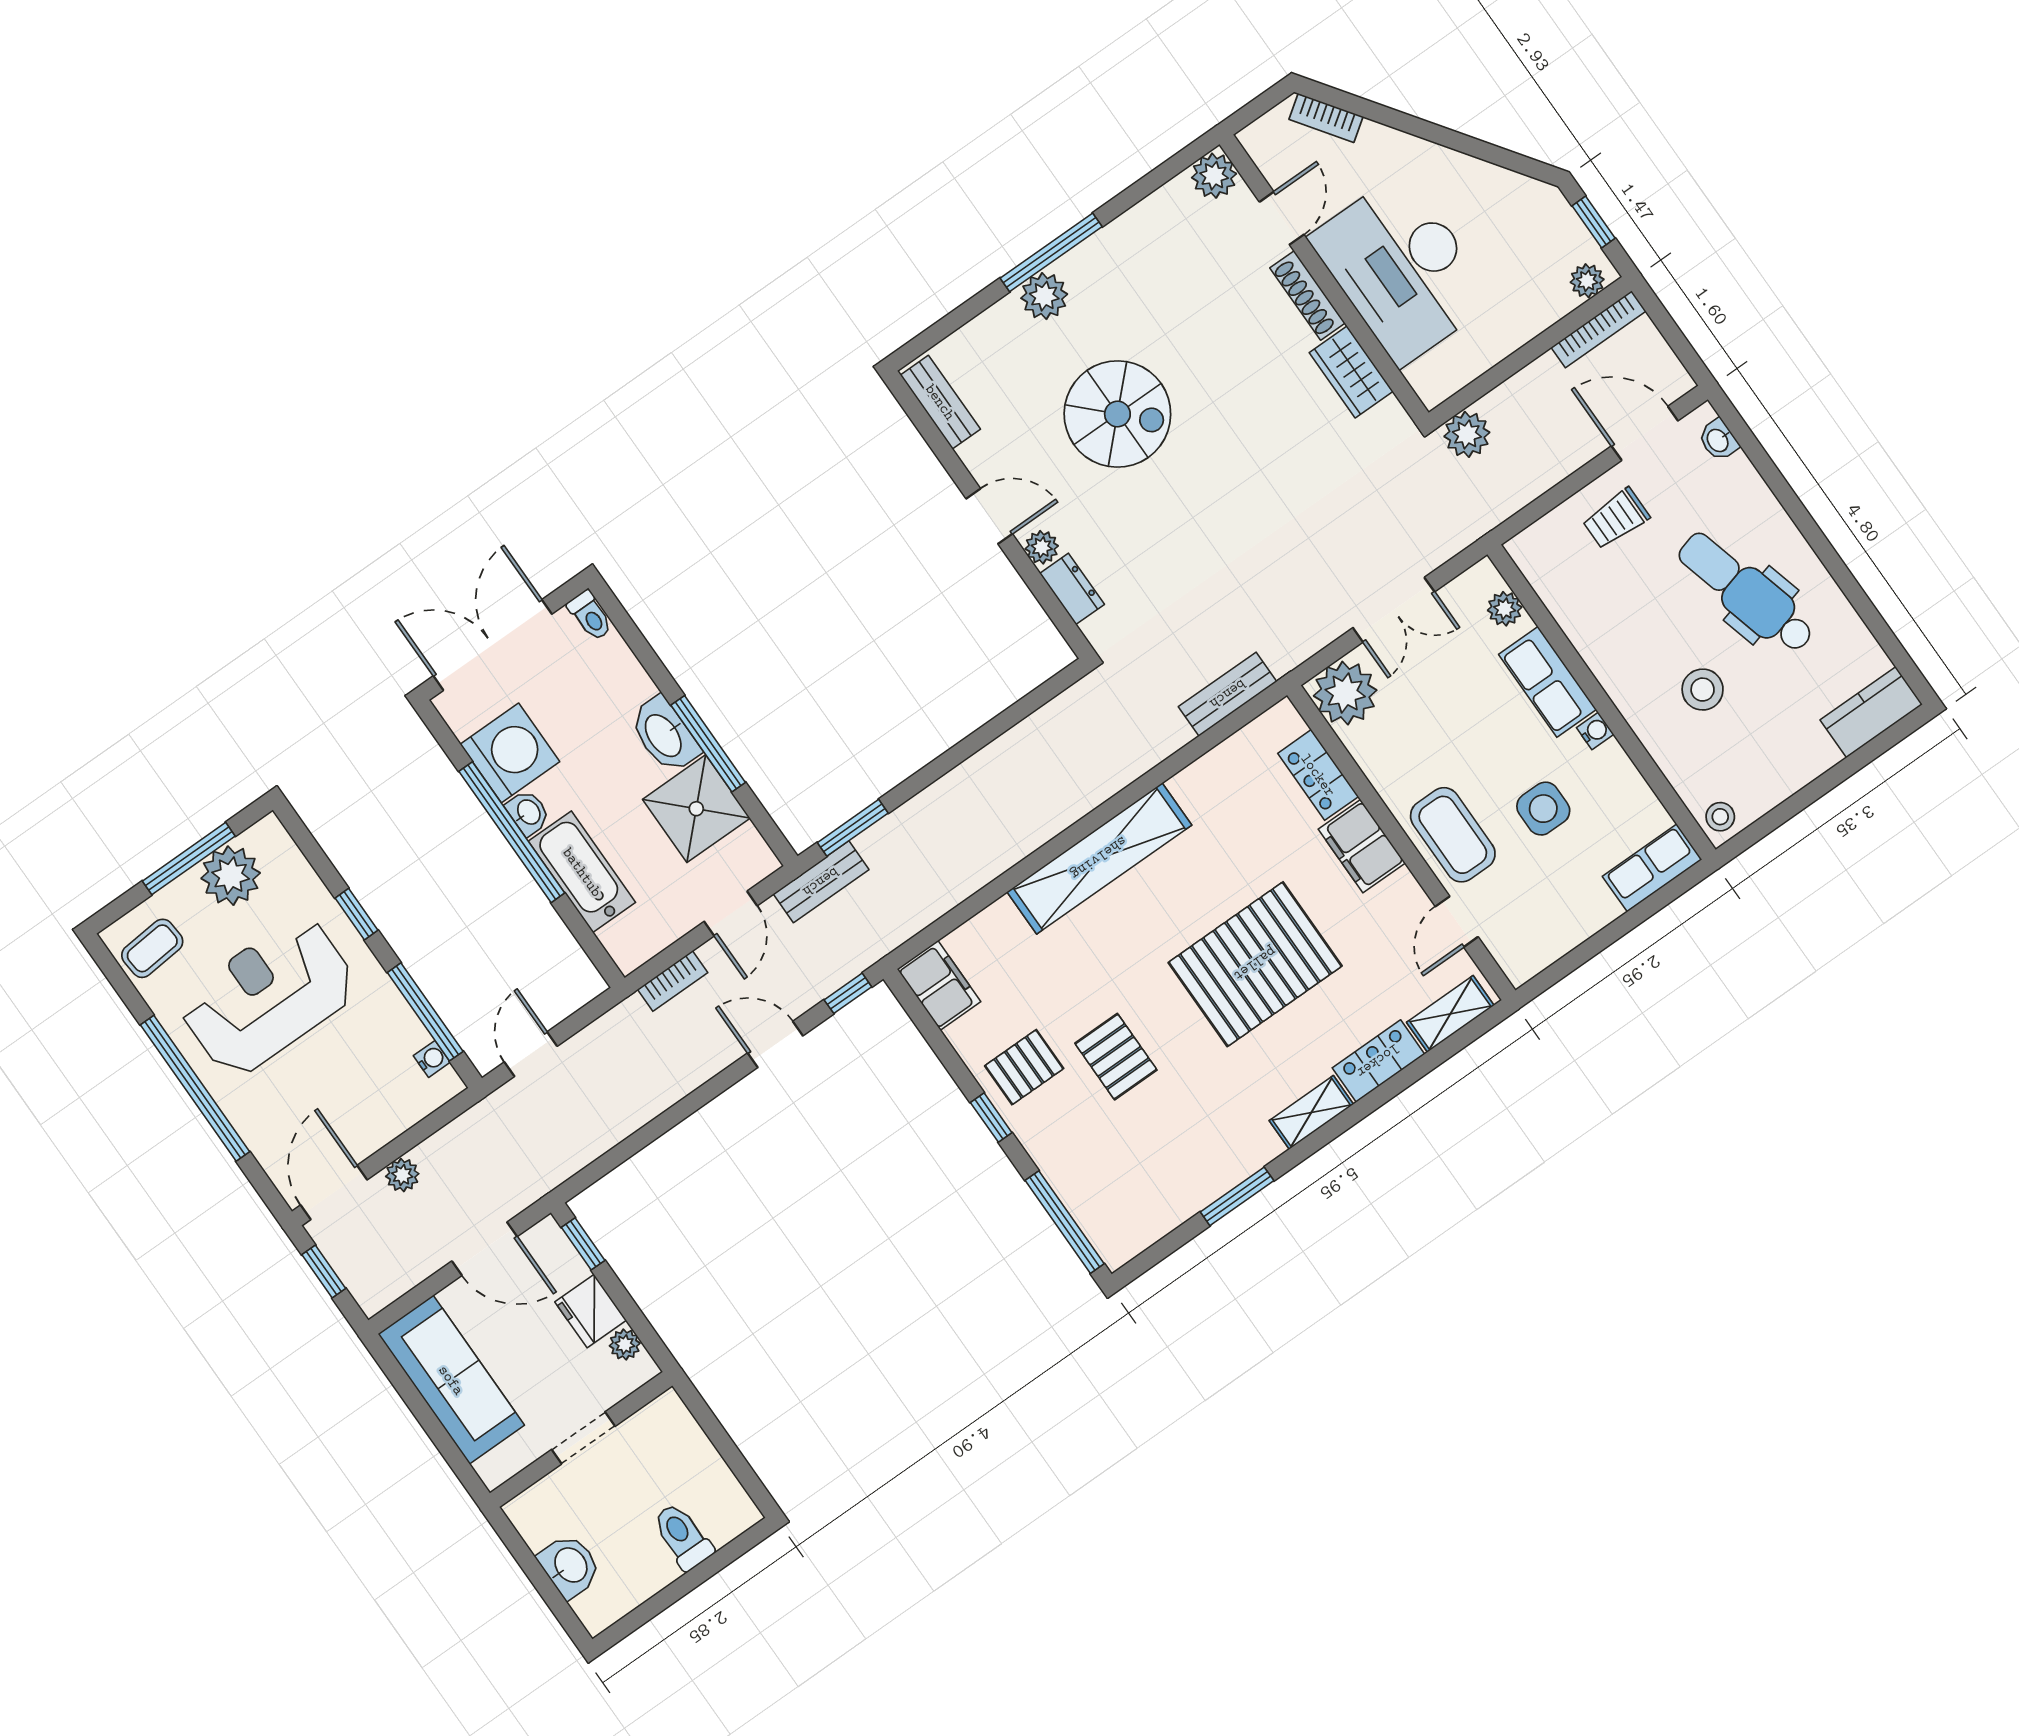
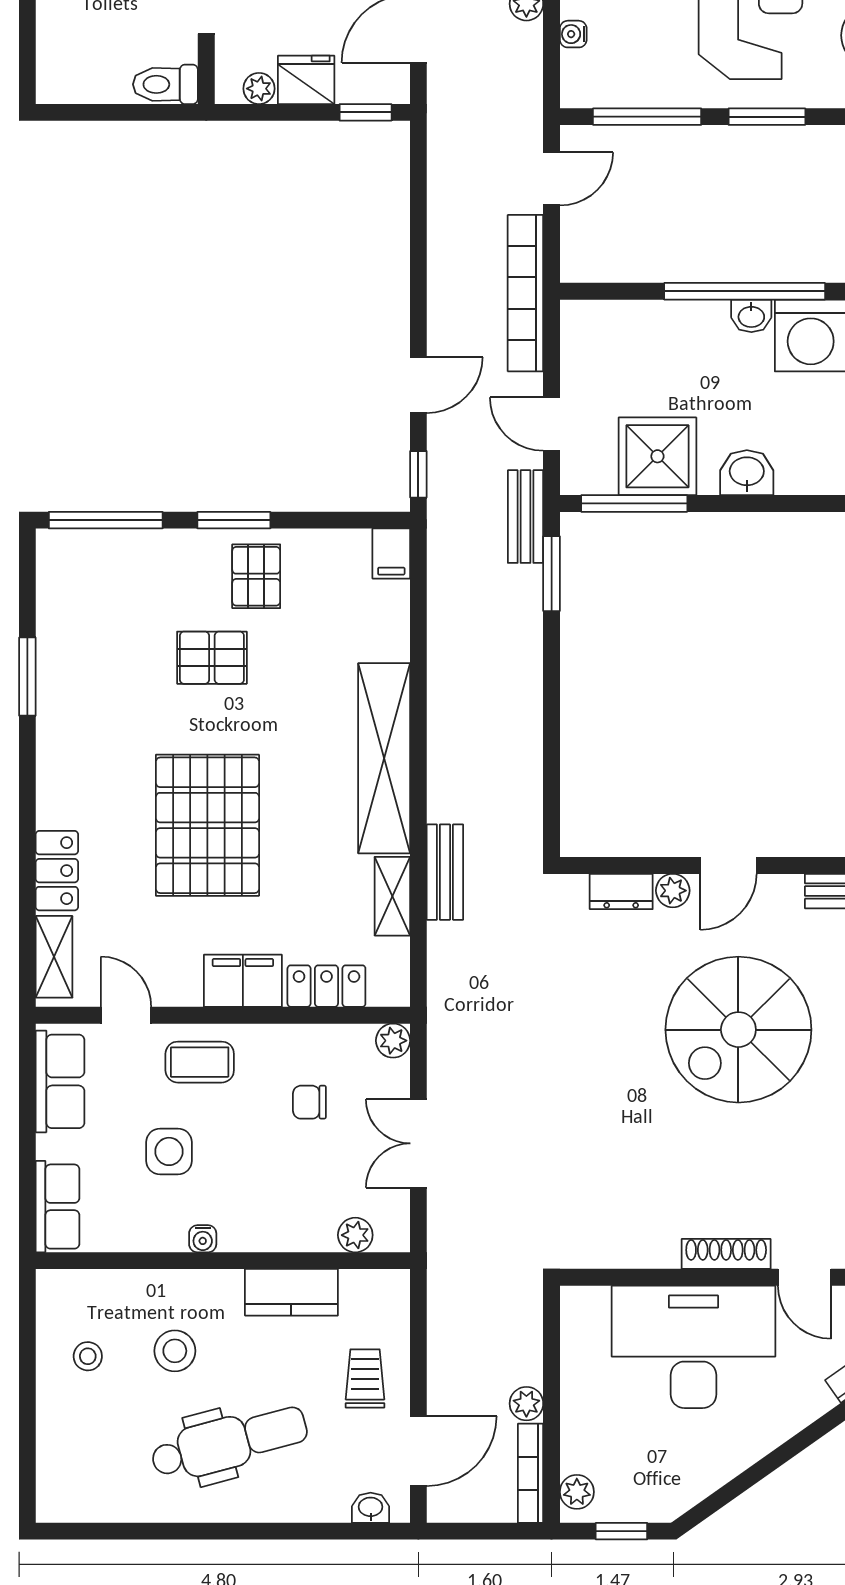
wardrobe: (1351, 372) -> (638, 1246), removed
spiral stairs: (1117, 414) -> (738, 1030), width x1.37, depth x1.37
plant: (1467, 434) -> (526, 1404), moved, width x0.73, depth x0.73
row of seats: (1547, 682) -> (60, 1081), moved, turned 90
plant: (1345, 693) -> (393, 1041), width x0.53, depth x0.53
bench: (1228, 694) -> (445, 872), moved
kitchen counter: (1871, 712) -> (291, 1292), moved, turned 90
chair: (1423, 722) -> (309, 1102), added
washbasin: (664, 735) -> (747, 473), width x0.72
window: (708, 744) -> (634, 503), moved
stool: (1720, 817) -> (88, 1356), moved
coffee table: (1453, 835) -> (200, 1062), width x0.73, depth x0.77
bathtub: (582, 872) -> (672, 326), removed
window: (356, 914) -> (767, 117), width x1.50
bookcase: (673, 981) -> (525, 293), width x2.31, depth x1.31
filing cabinet: (939, 985) -> (391, 554), width x0.50
door: (531, 1054) -> (552, 179), hinge flipped
water cooler: (432, 1059) -> (573, 34), moved, turned 90
shelving: (1311, 1112) -> (392, 896), moved
window: (991, 1118) -> (234, 520), width x1.50
toilet: (683, 1536) -> (165, 84), moved, turned 180

